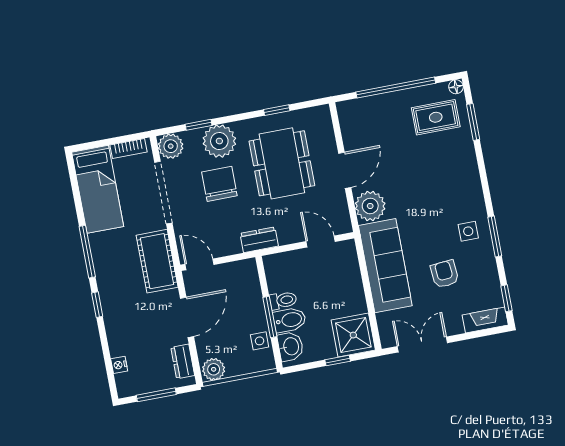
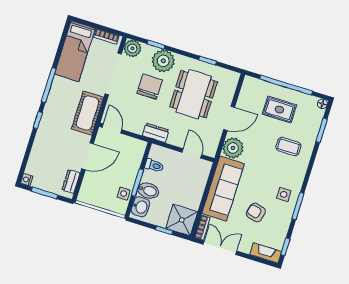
rug: (436, 117) -> (279, 110), moved
coffee table: (441, 166) -> (288, 147), added
armchair: (445, 274) -> (256, 212), turned -70
toilet: (283, 300) -> (154, 166), moved
bookcase: (385, 331) -> (202, 227), added
nightstand: (119, 365) -> (27, 180), moved
plant: (214, 369) -> (87, 196), removed

